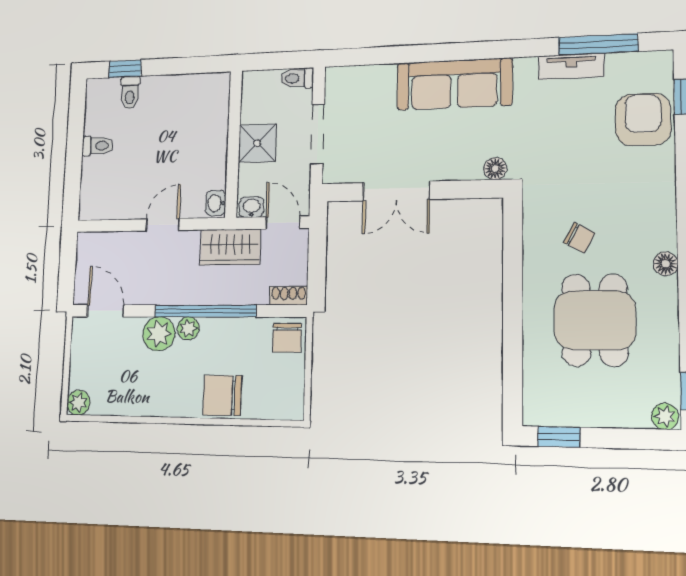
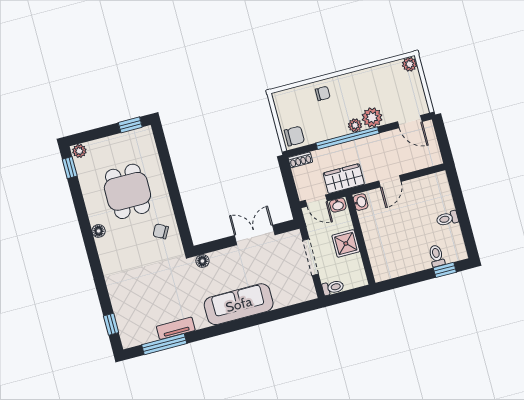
armchair: (643, 120) -> (130, 307), removed
chair: (579, 238) -> (161, 231), moved
chair: (287, 338) -> (294, 136), turned 90
chair: (222, 395) -> (323, 93), width x0.54, depth x0.54

